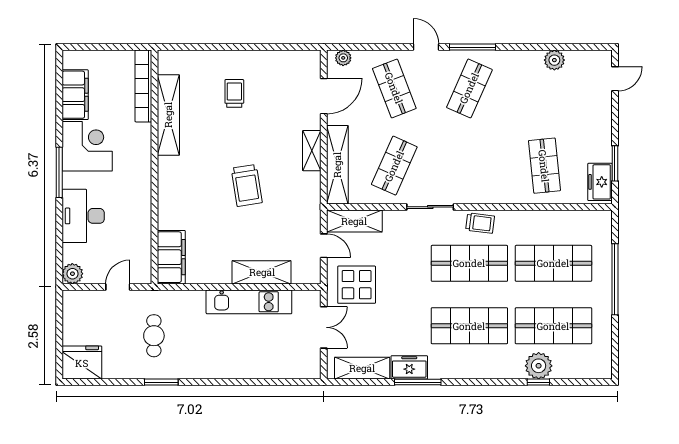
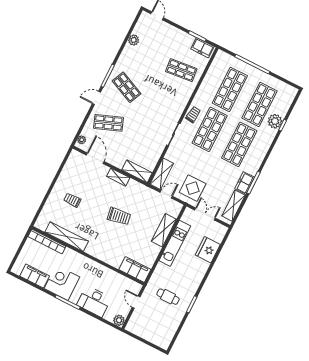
shelving: (337, 165) -> (137, 171), width x0.68
shop shelf: (394, 166) -> (145, 141), removed
fridge: (82, 363) -> (208, 250), moved

